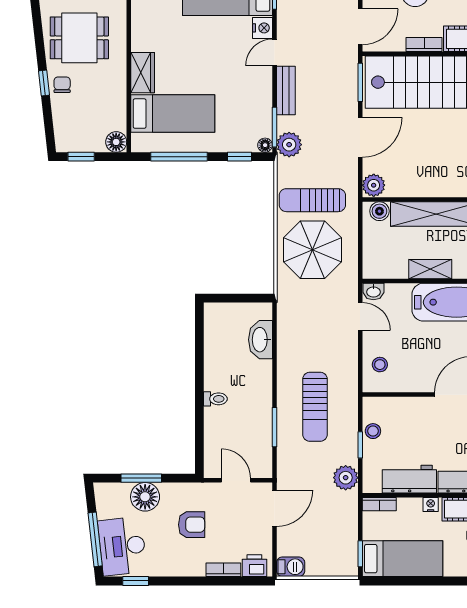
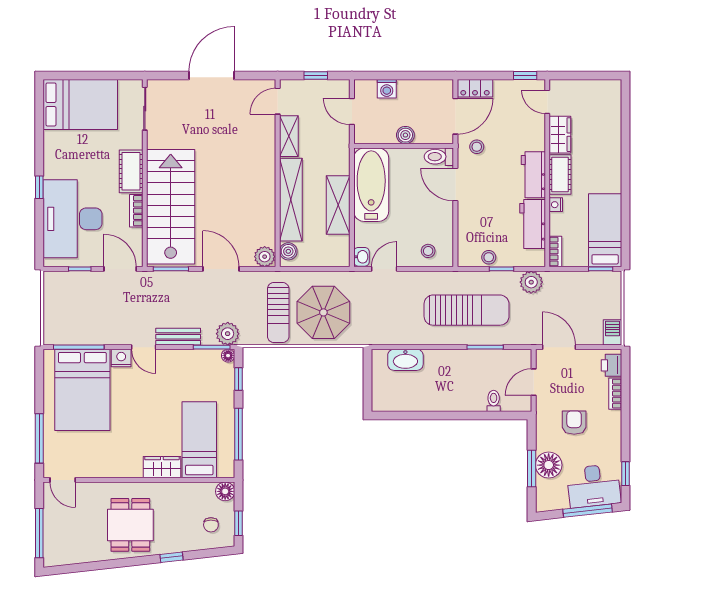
chair: (62, 85) -> (211, 525), moved, turned -90
shelving: (430, 269) -> (338, 205), width x1.50, depth x1.33
toilet: (215, 399) -> (494, 401), moved
sun lounger: (315, 407) -> (467, 310), width x1.36, depth x1.34

